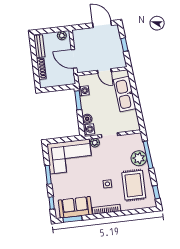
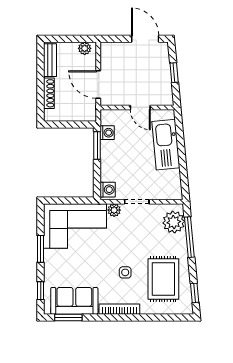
boiler: (87, 119) -> (107, 174), removed
plant: (139, 158) -> (174, 222), moved

